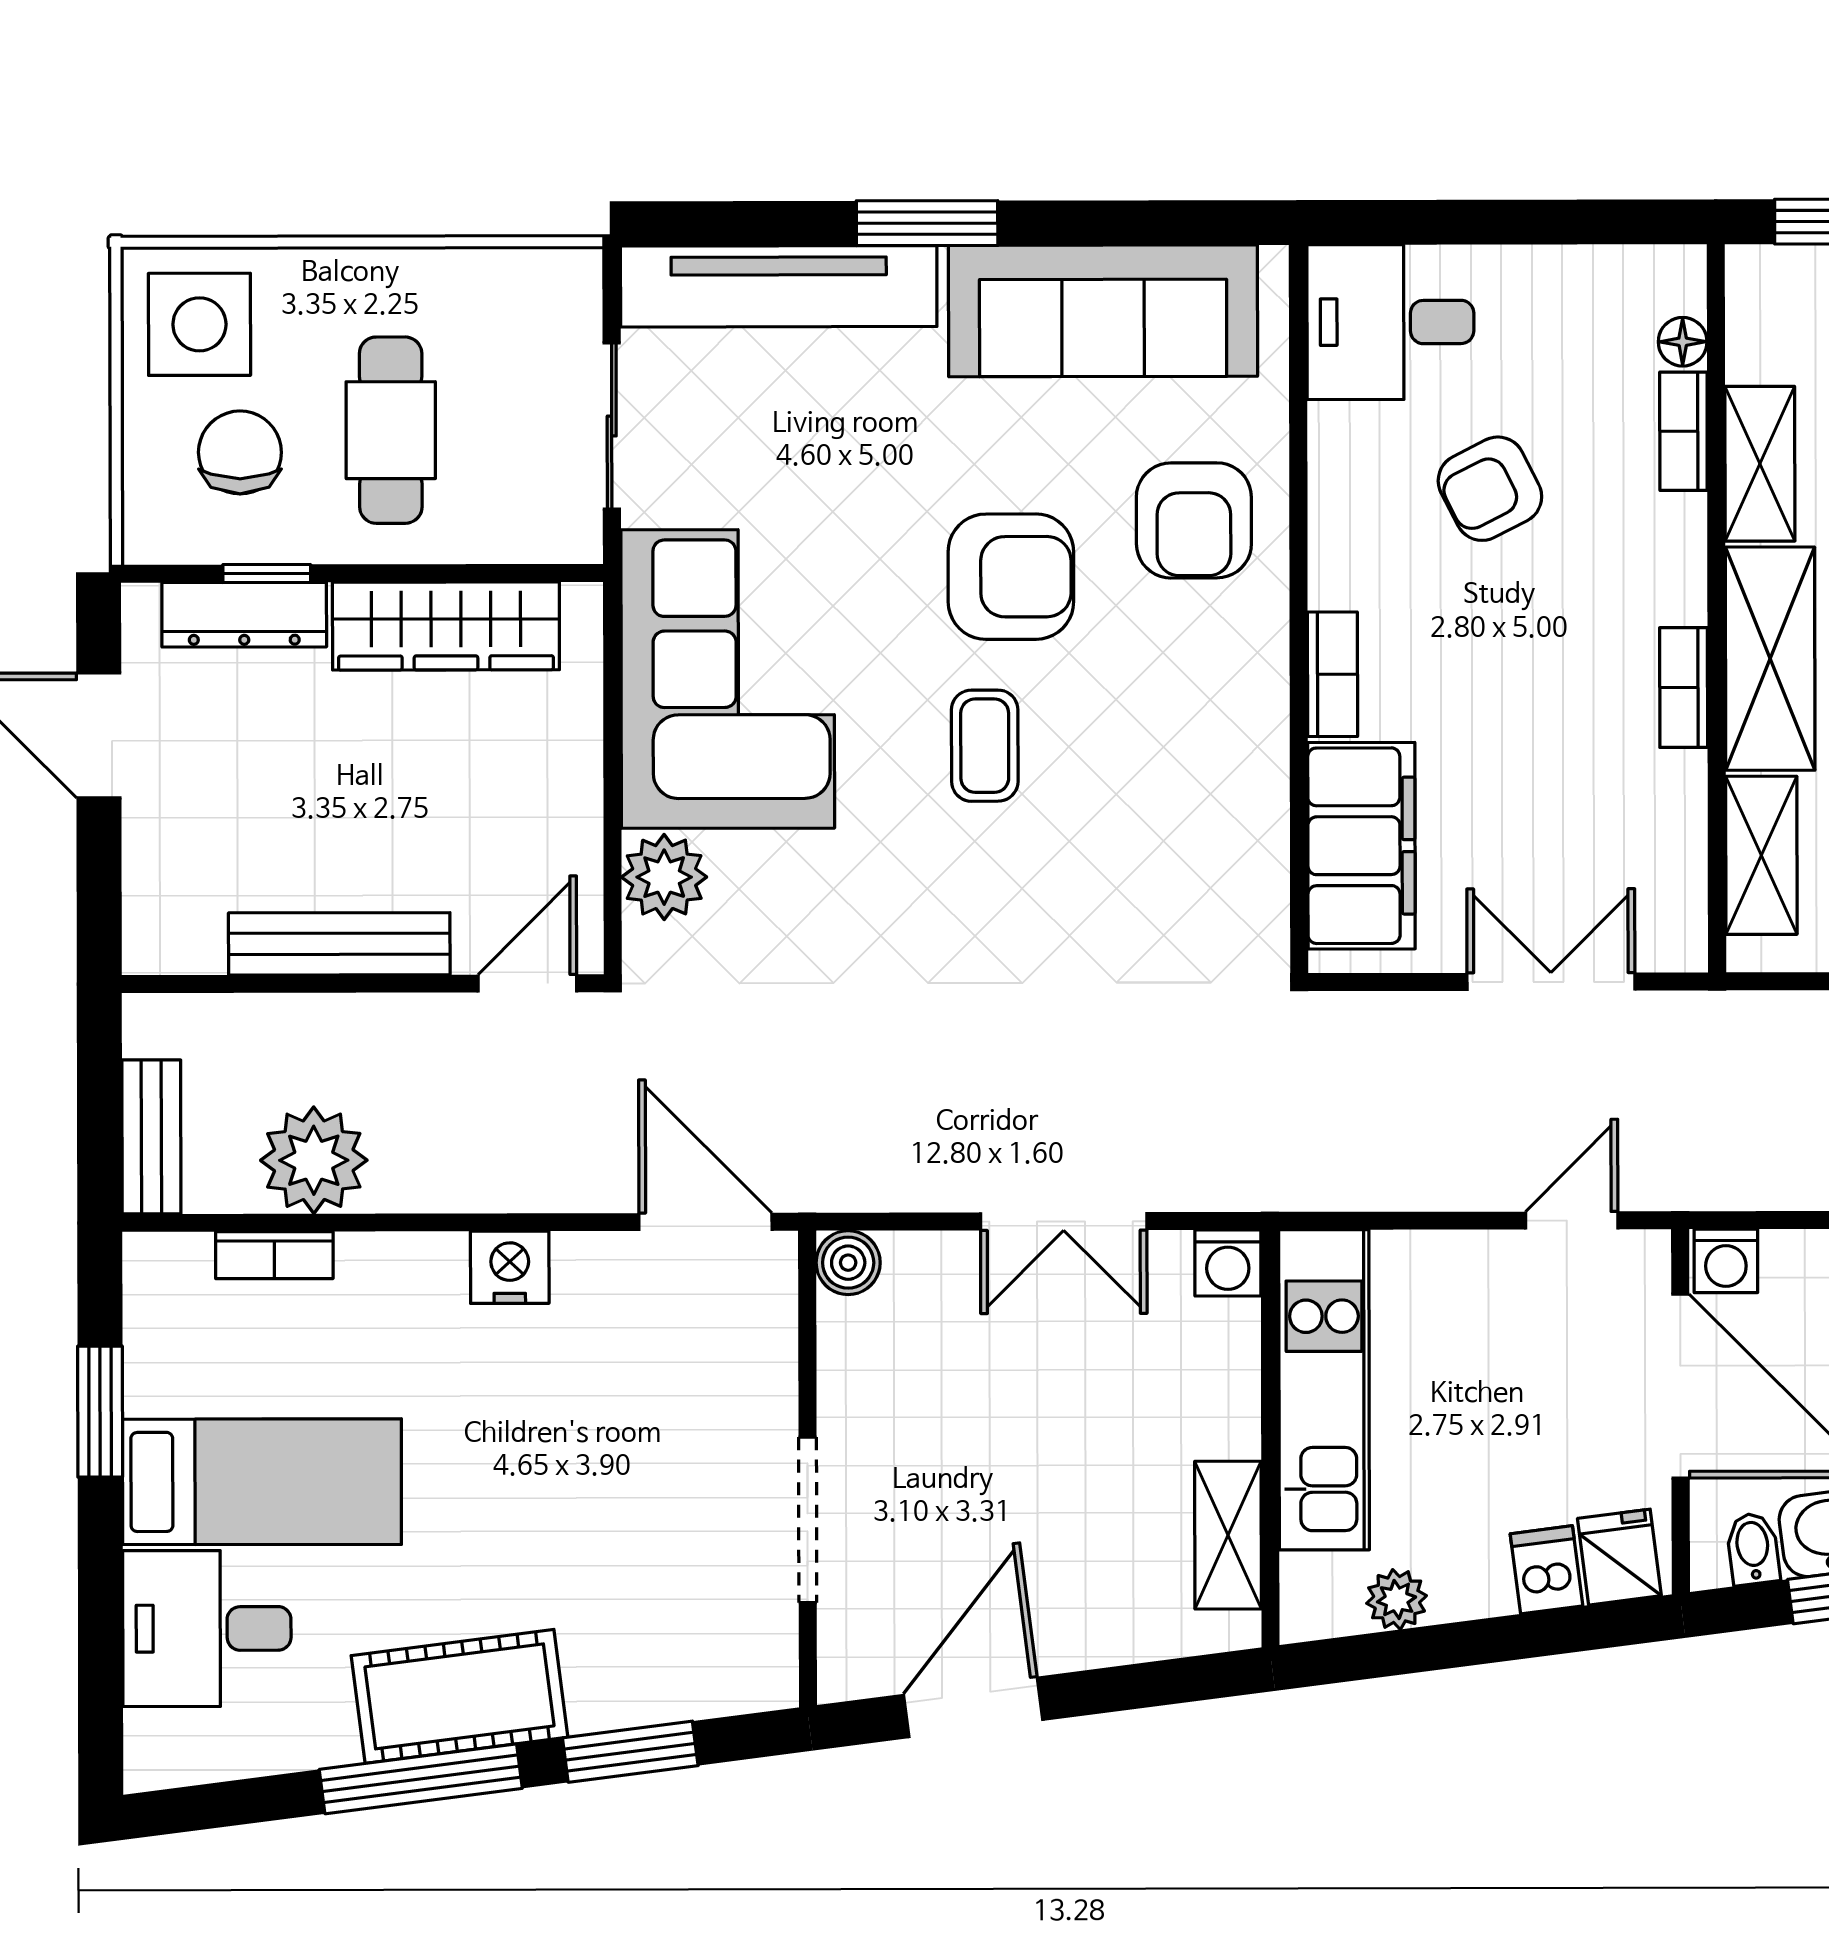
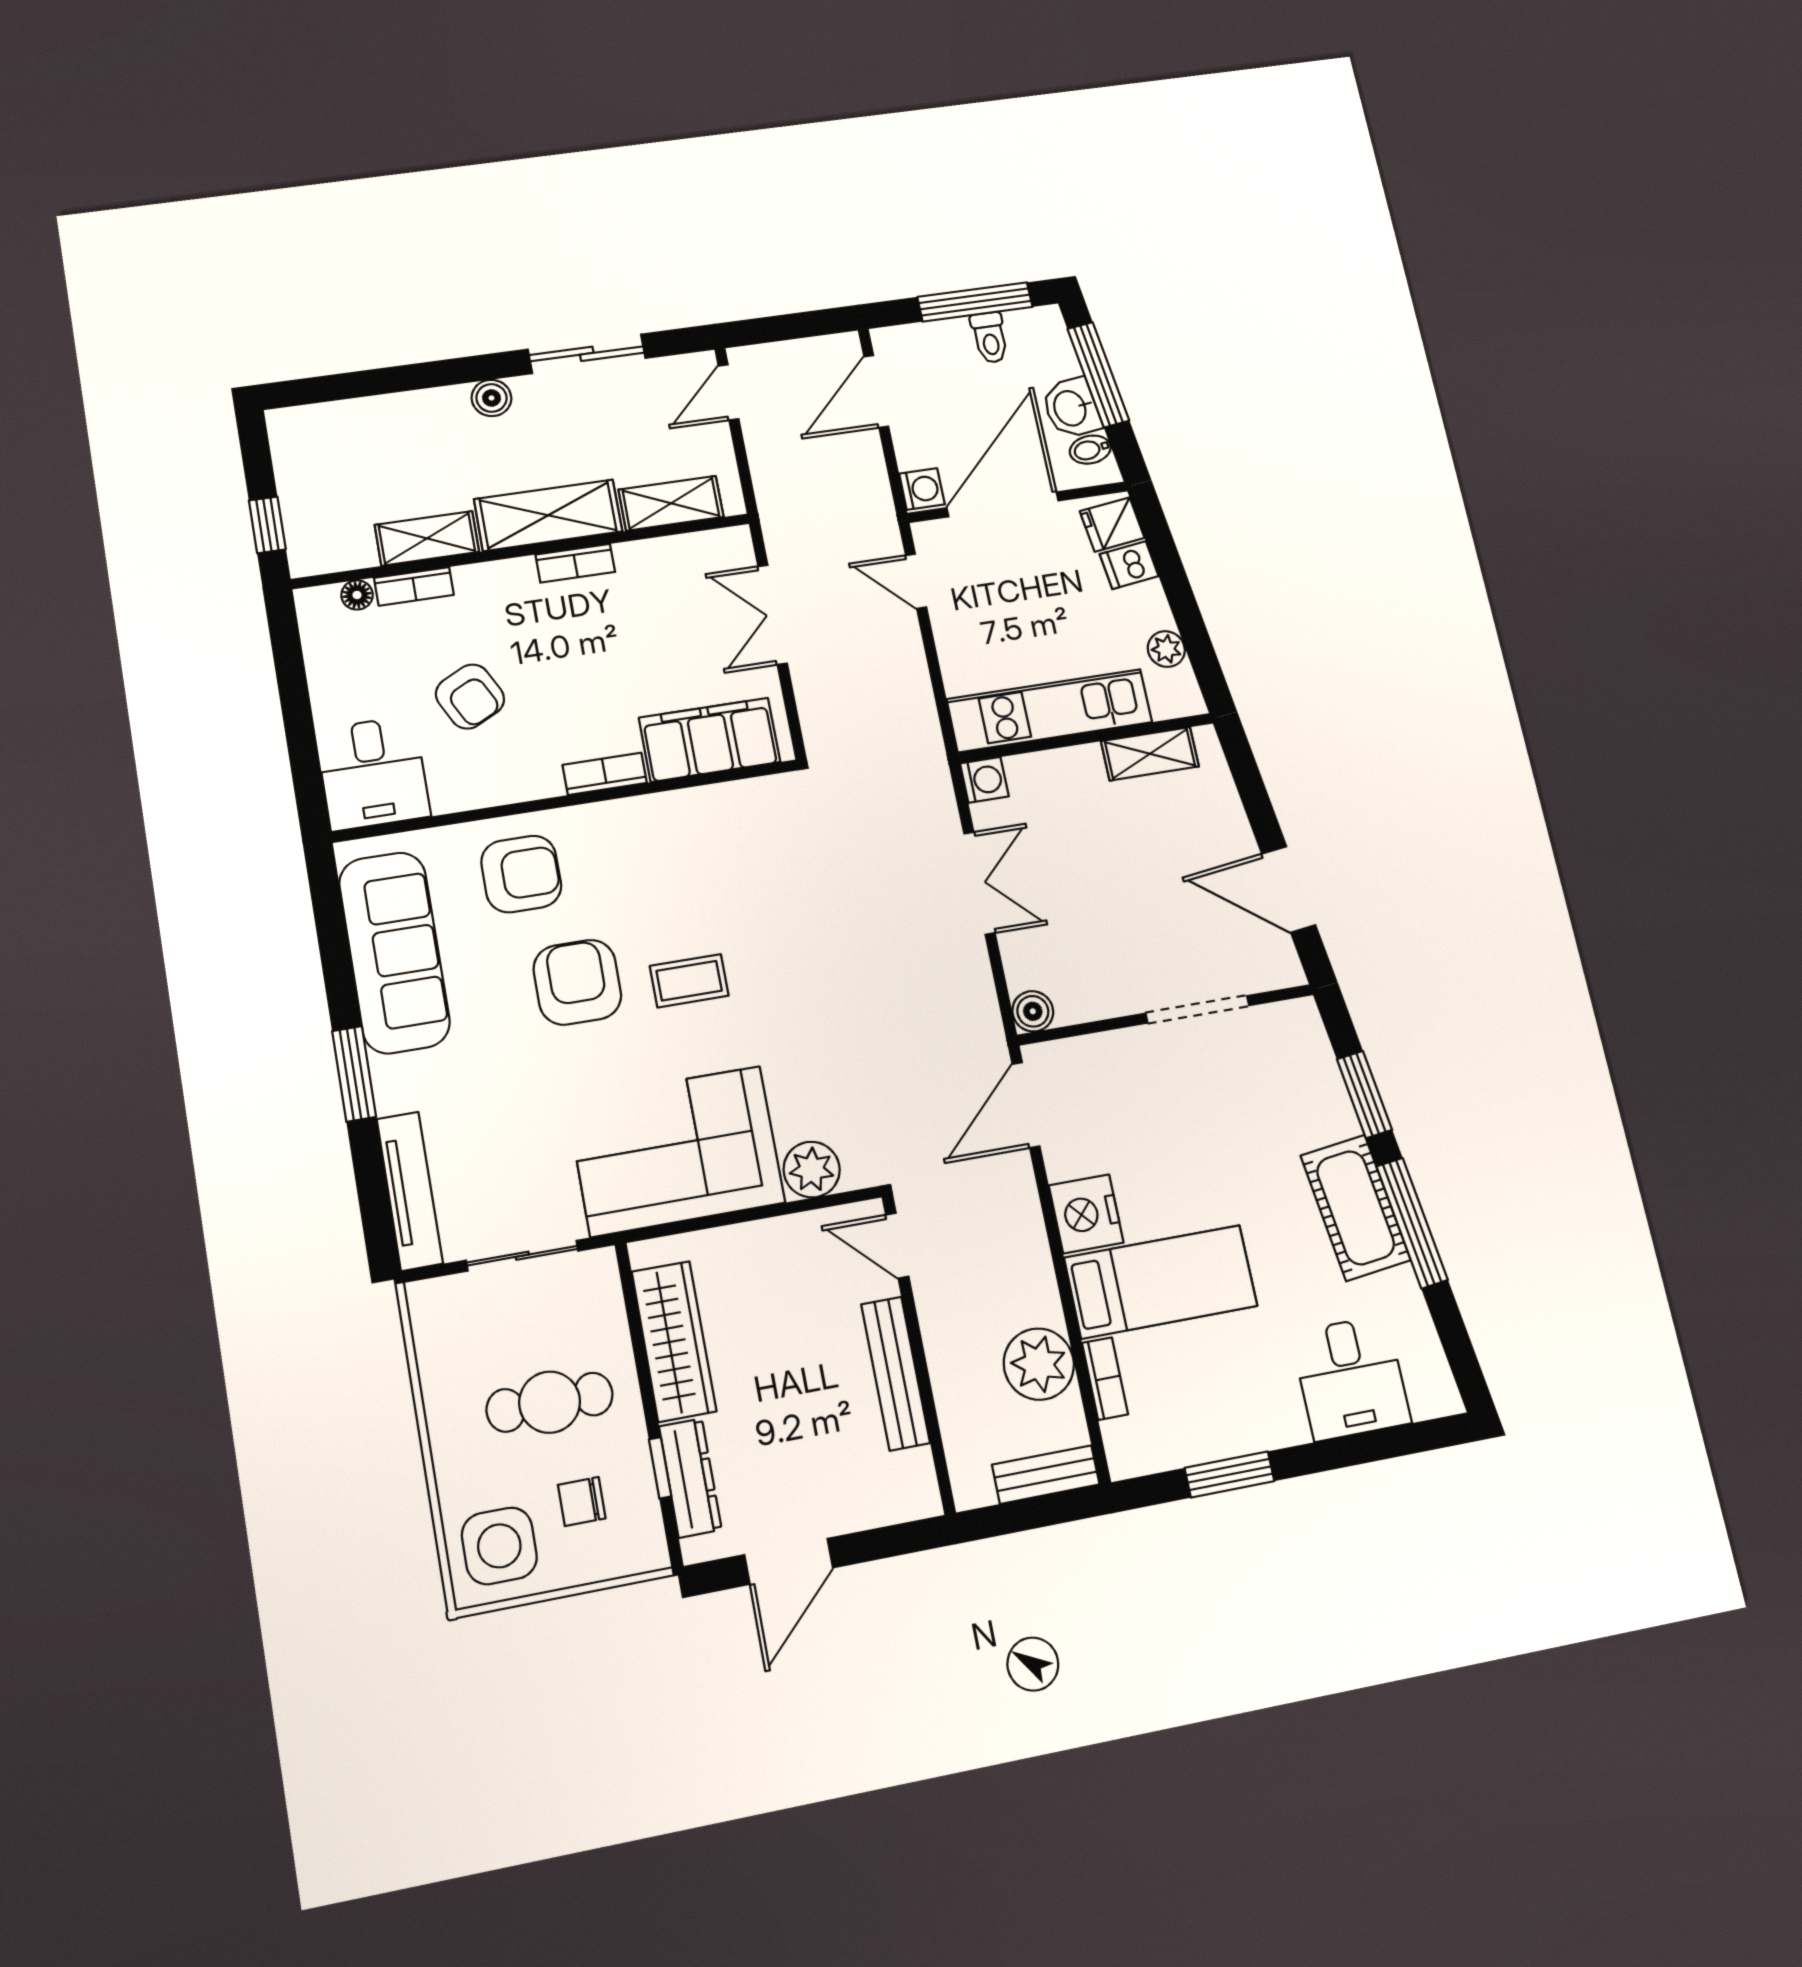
tv unit: (779, 286) -> (410, 1191), width x0.73, depth x0.78
chair: (240, 452) -> (582, 1502), width x0.73, depth x0.73
nightstand: (510, 1267) -> (1086, 1214), width x1.36, depth x1.33
bed: (262, 1482) -> (1161, 1282), moved, turned 90

